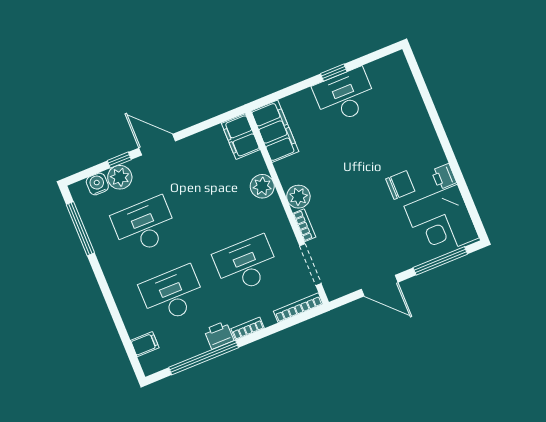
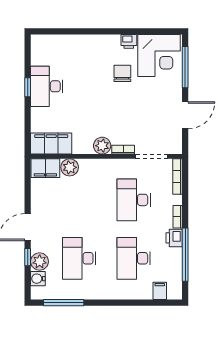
plant: (262, 186) -> (70, 167), moved

